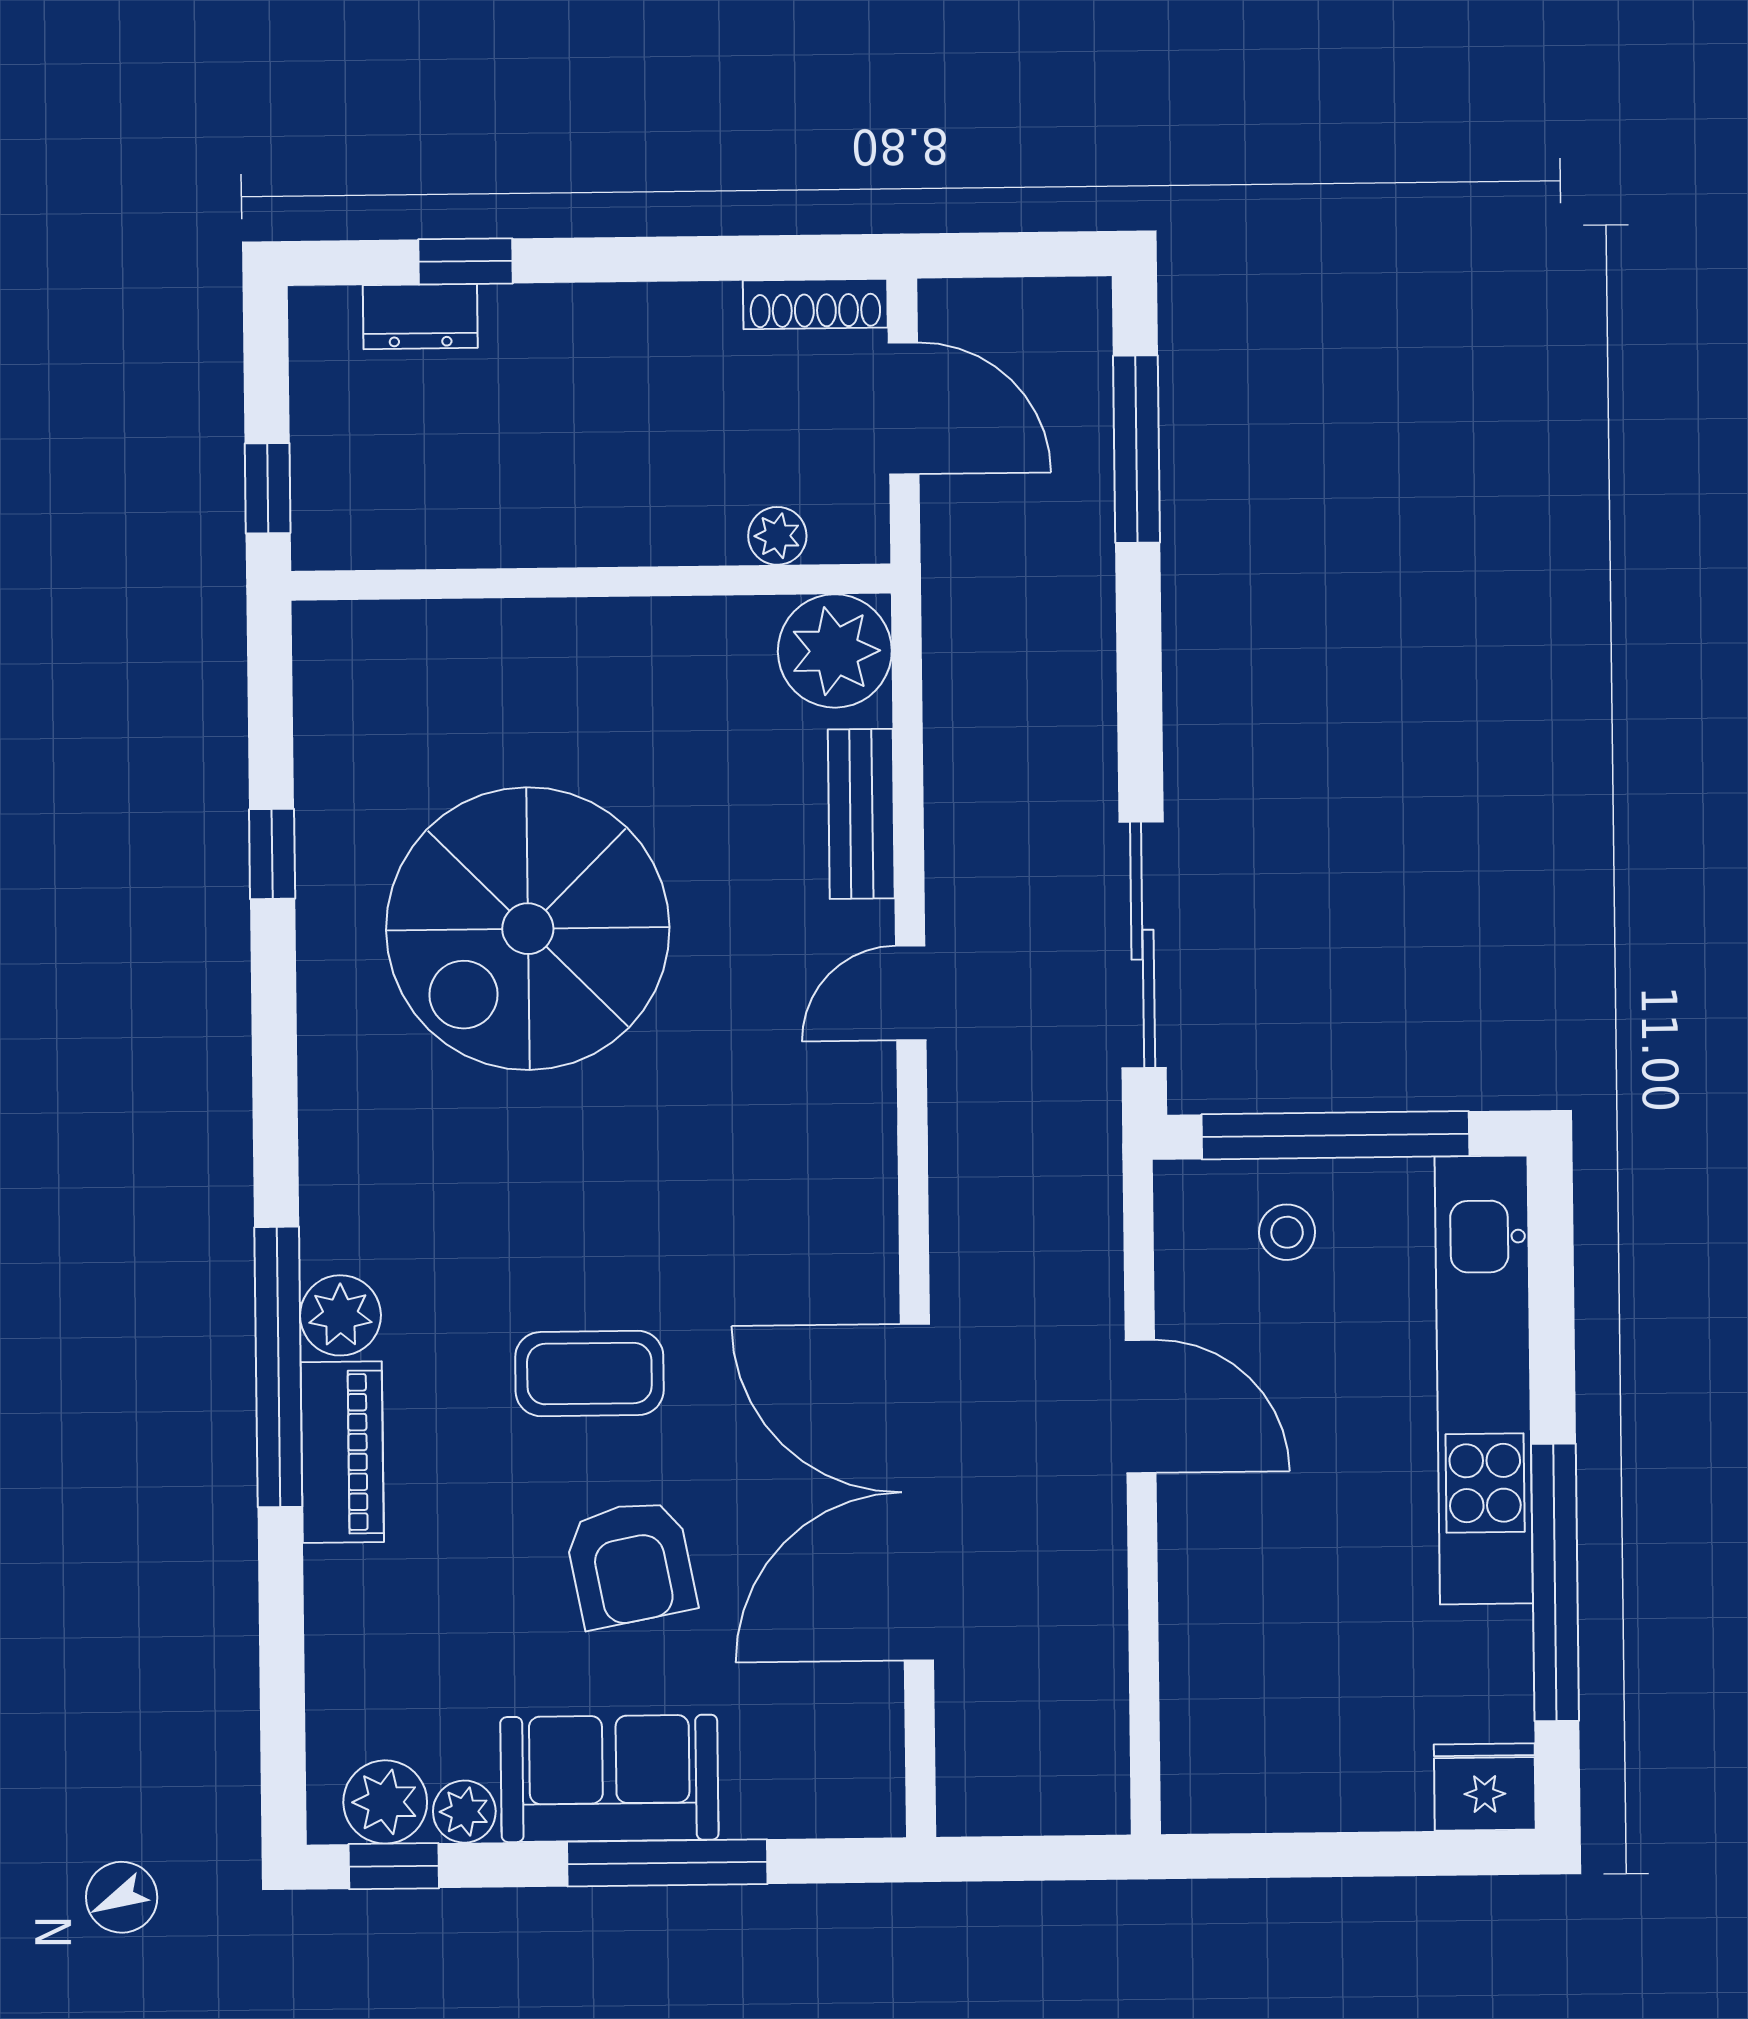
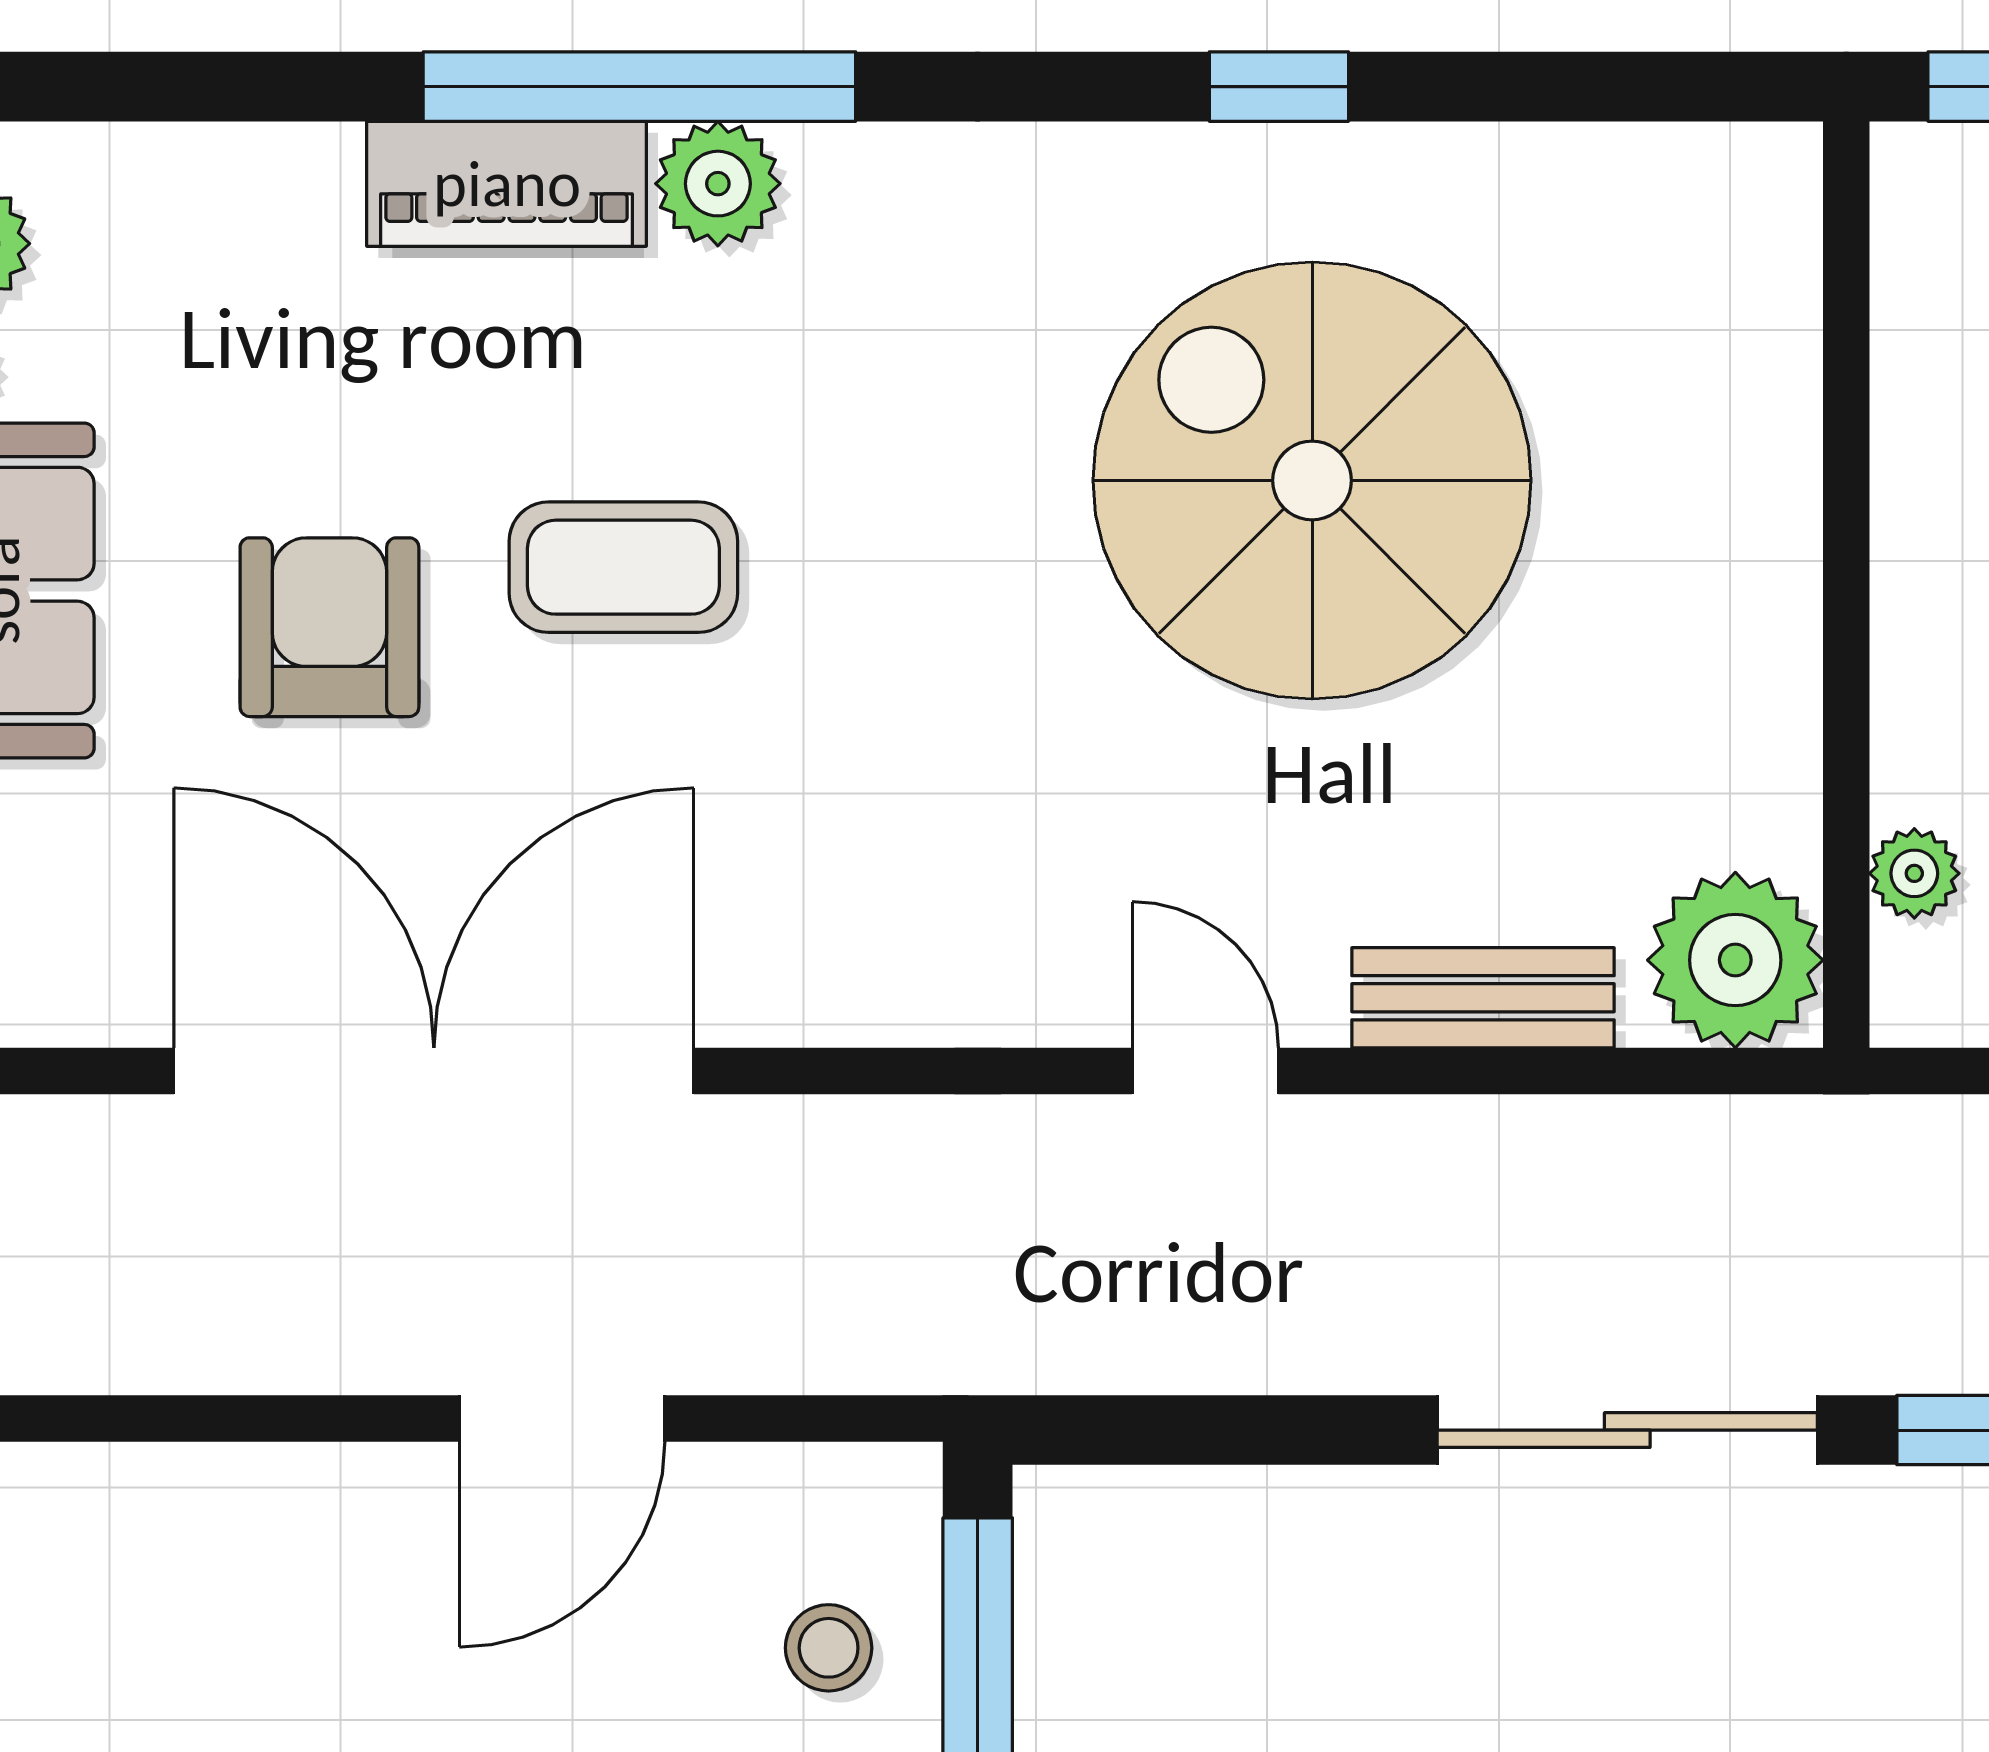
window: (272, 854) -> (1279, 87), moved
sliding door: (1143, 945) -> (1627, 1430), moved
coffee table: (589, 1374) -> (623, 567), turned 90
armchair: (631, 1563) -> (329, 627), turned 101

